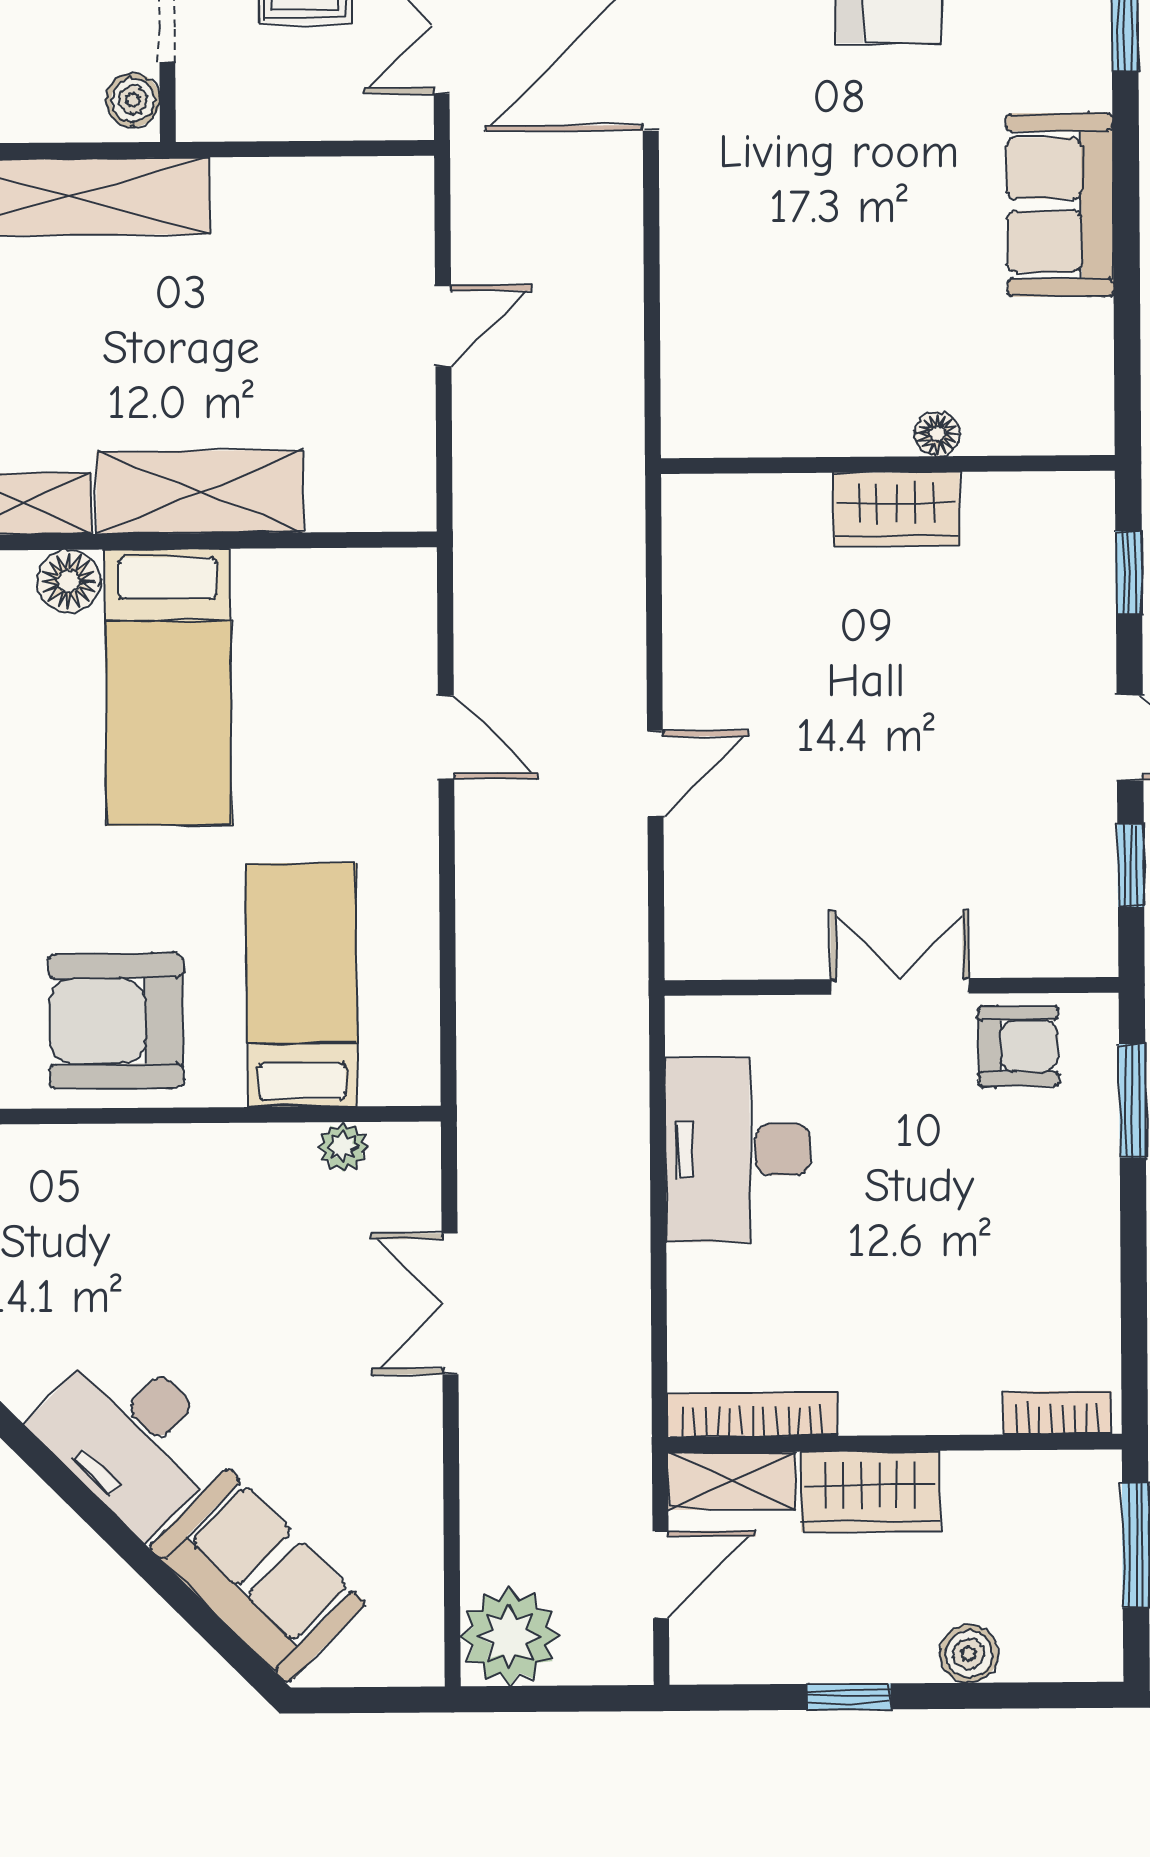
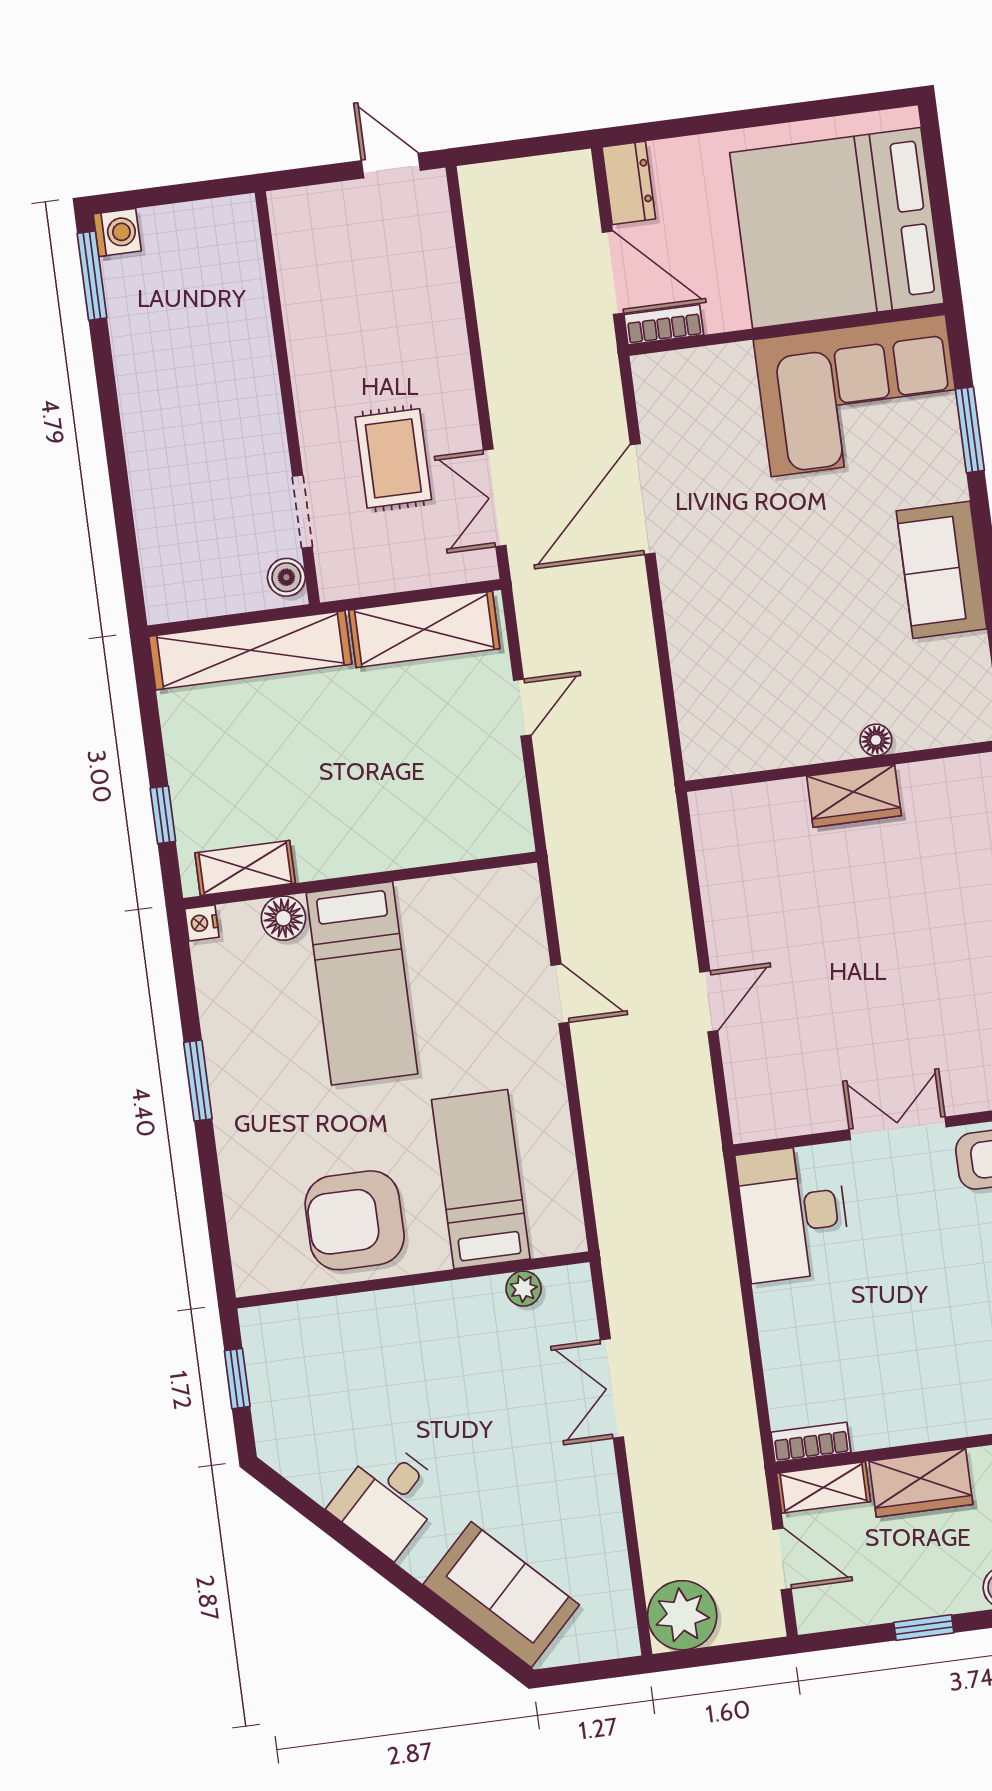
shelving: (200, 492) -> (424, 629), moved
desk: (738, 1150) -> (794, 1213), moved
bookcase: (753, 1415) -> (811, 1442), width x0.64
desk: (131, 1436) -> (388, 1499), width x0.73
door: (661, 1575) -> (782, 1559), hinge flipped

